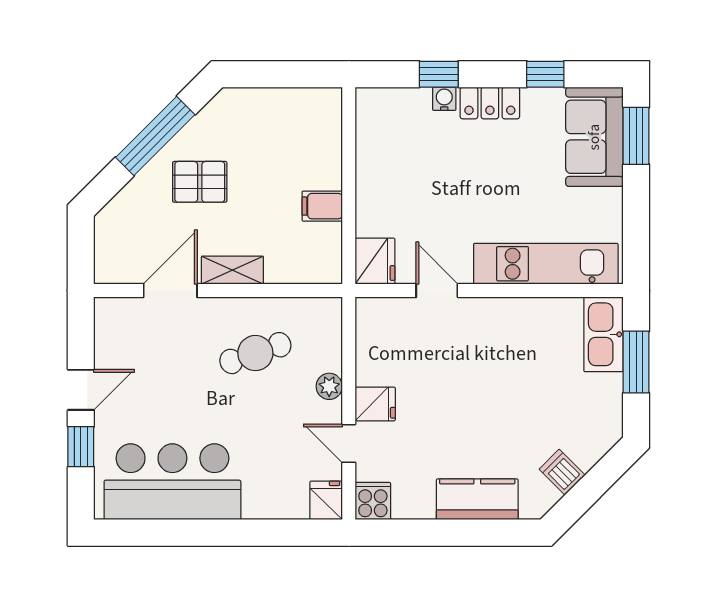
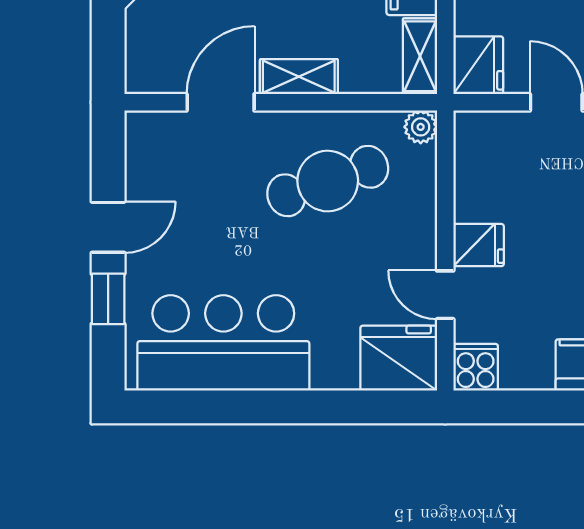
shelving: (329, 254) -> (420, 56), added
cafe table: (255, 353) -> (328, 181), width x1.37, depth x1.35
plant: (329, 386) -> (421, 127), moved
fridge: (326, 500) -> (399, 358), width x1.88, depth x1.34

